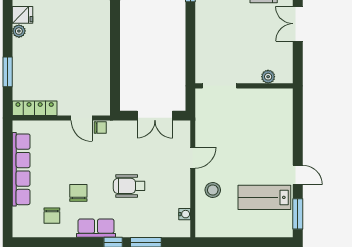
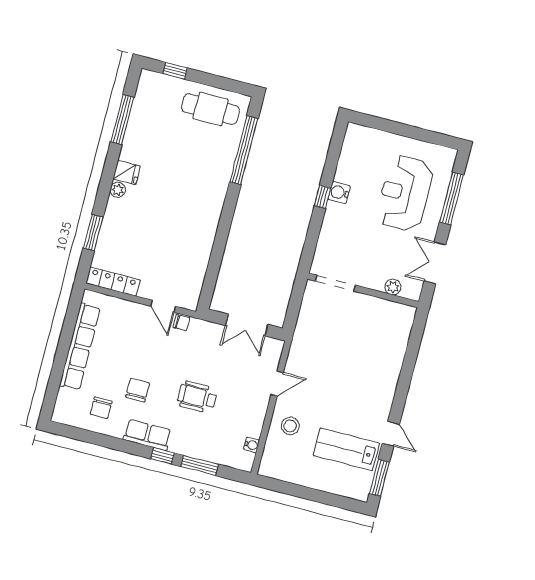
plant: (268, 77) -> (393, 287), moved
doorway: (220, 86) -> (335, 283), moved
wall: (244, 86) -> (363, 290), moved

